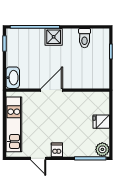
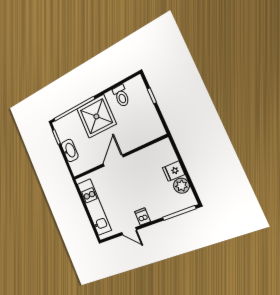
shower: (54, 37) -> (96, 116), width x1.86, depth x1.86
washbasin: (13, 78) -> (70, 150), moved
plant: (102, 149) -> (181, 186), moved

